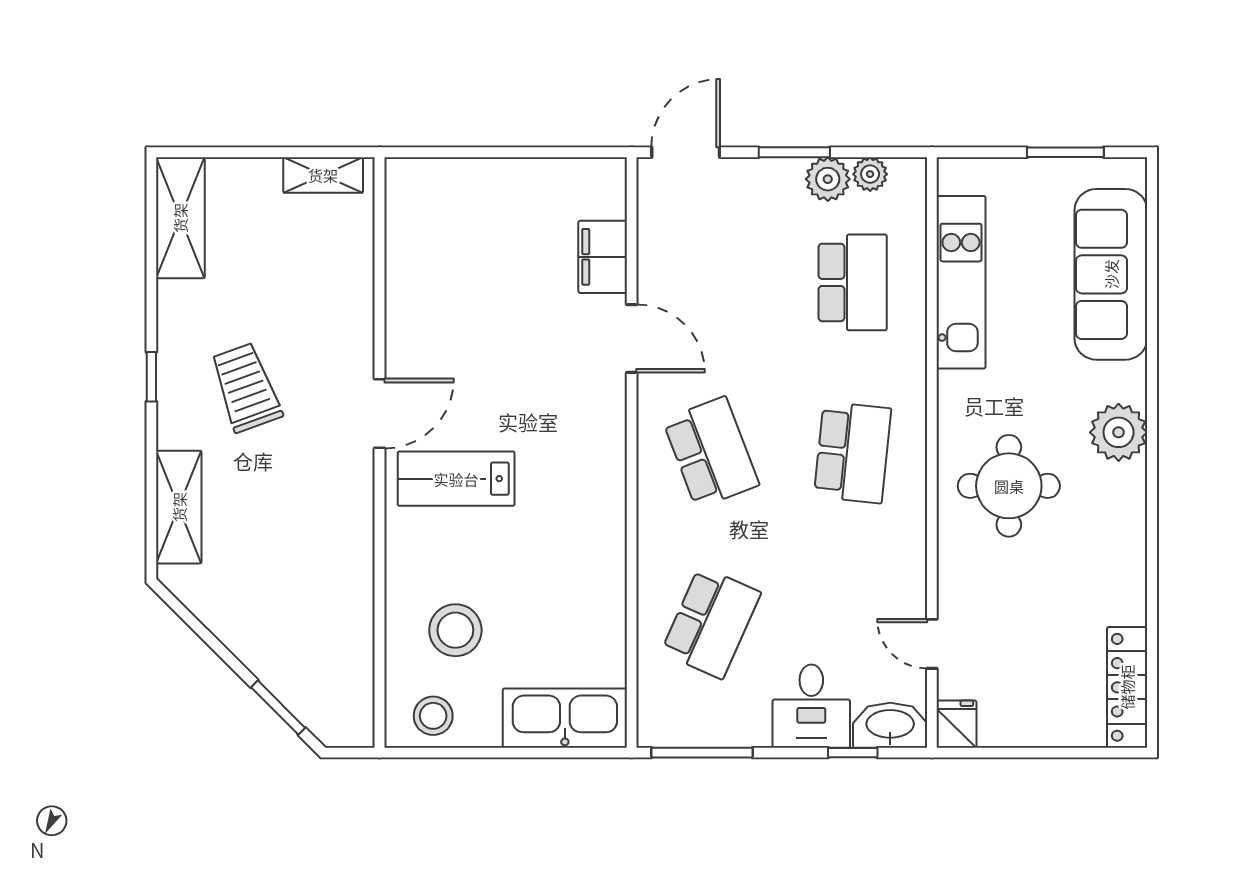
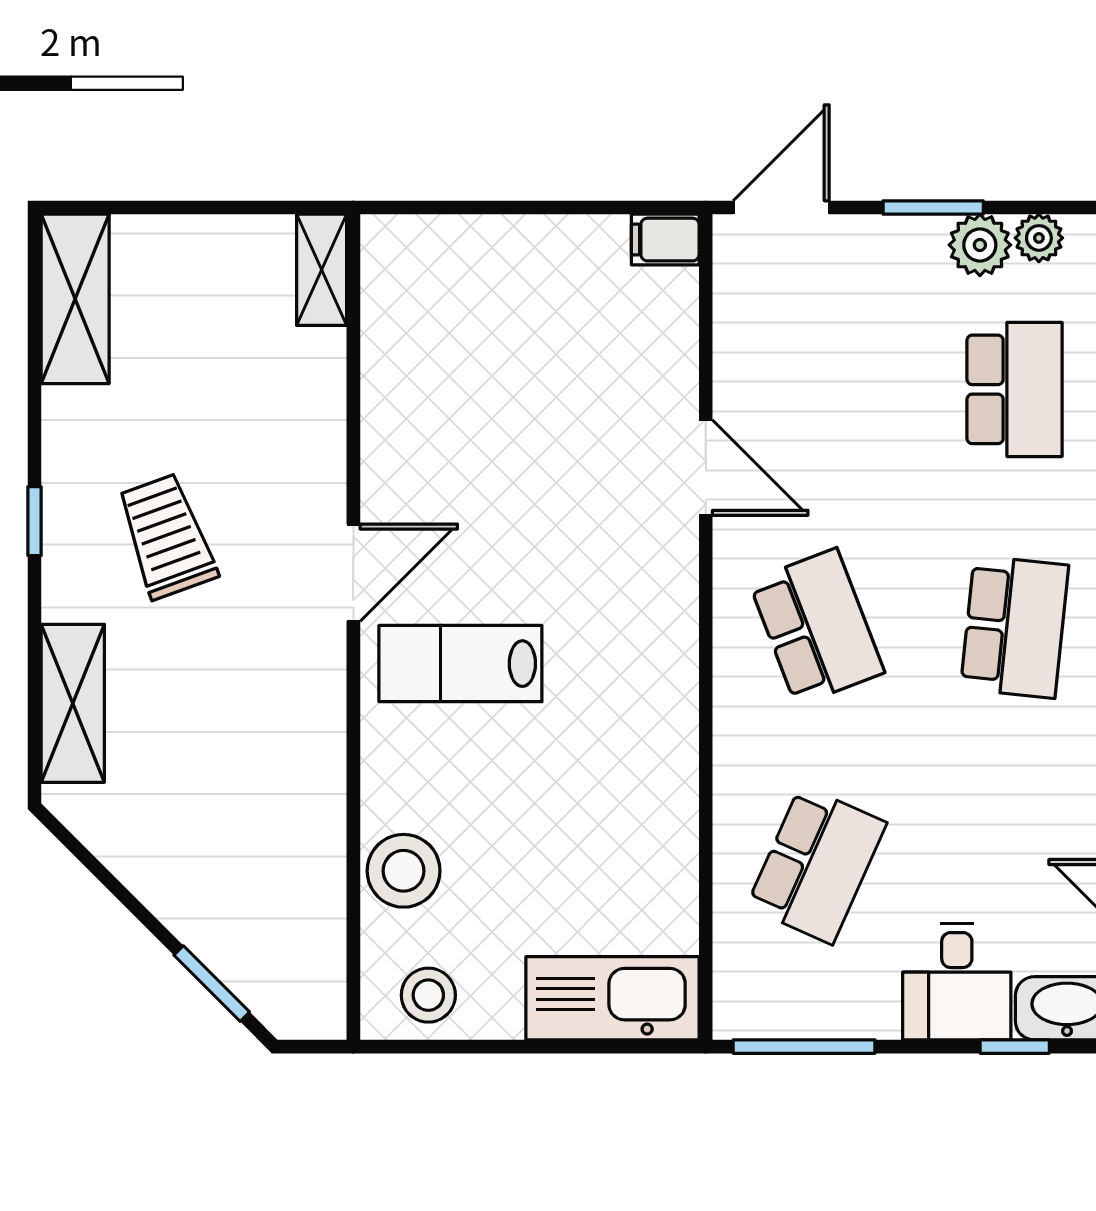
shelving: (323, 175) -> (322, 270), moved, turned 90
filing cabinet: (603, 257) -> (665, 240), moved, width x0.50
stool: (455, 630) -> (404, 871), moved

